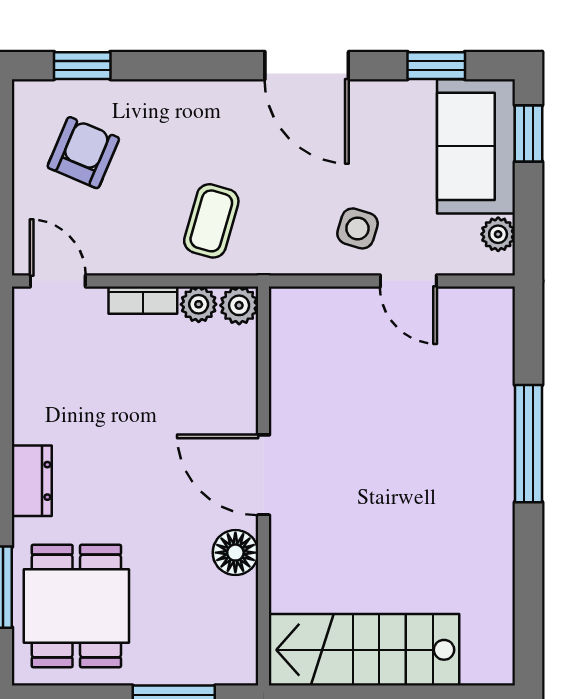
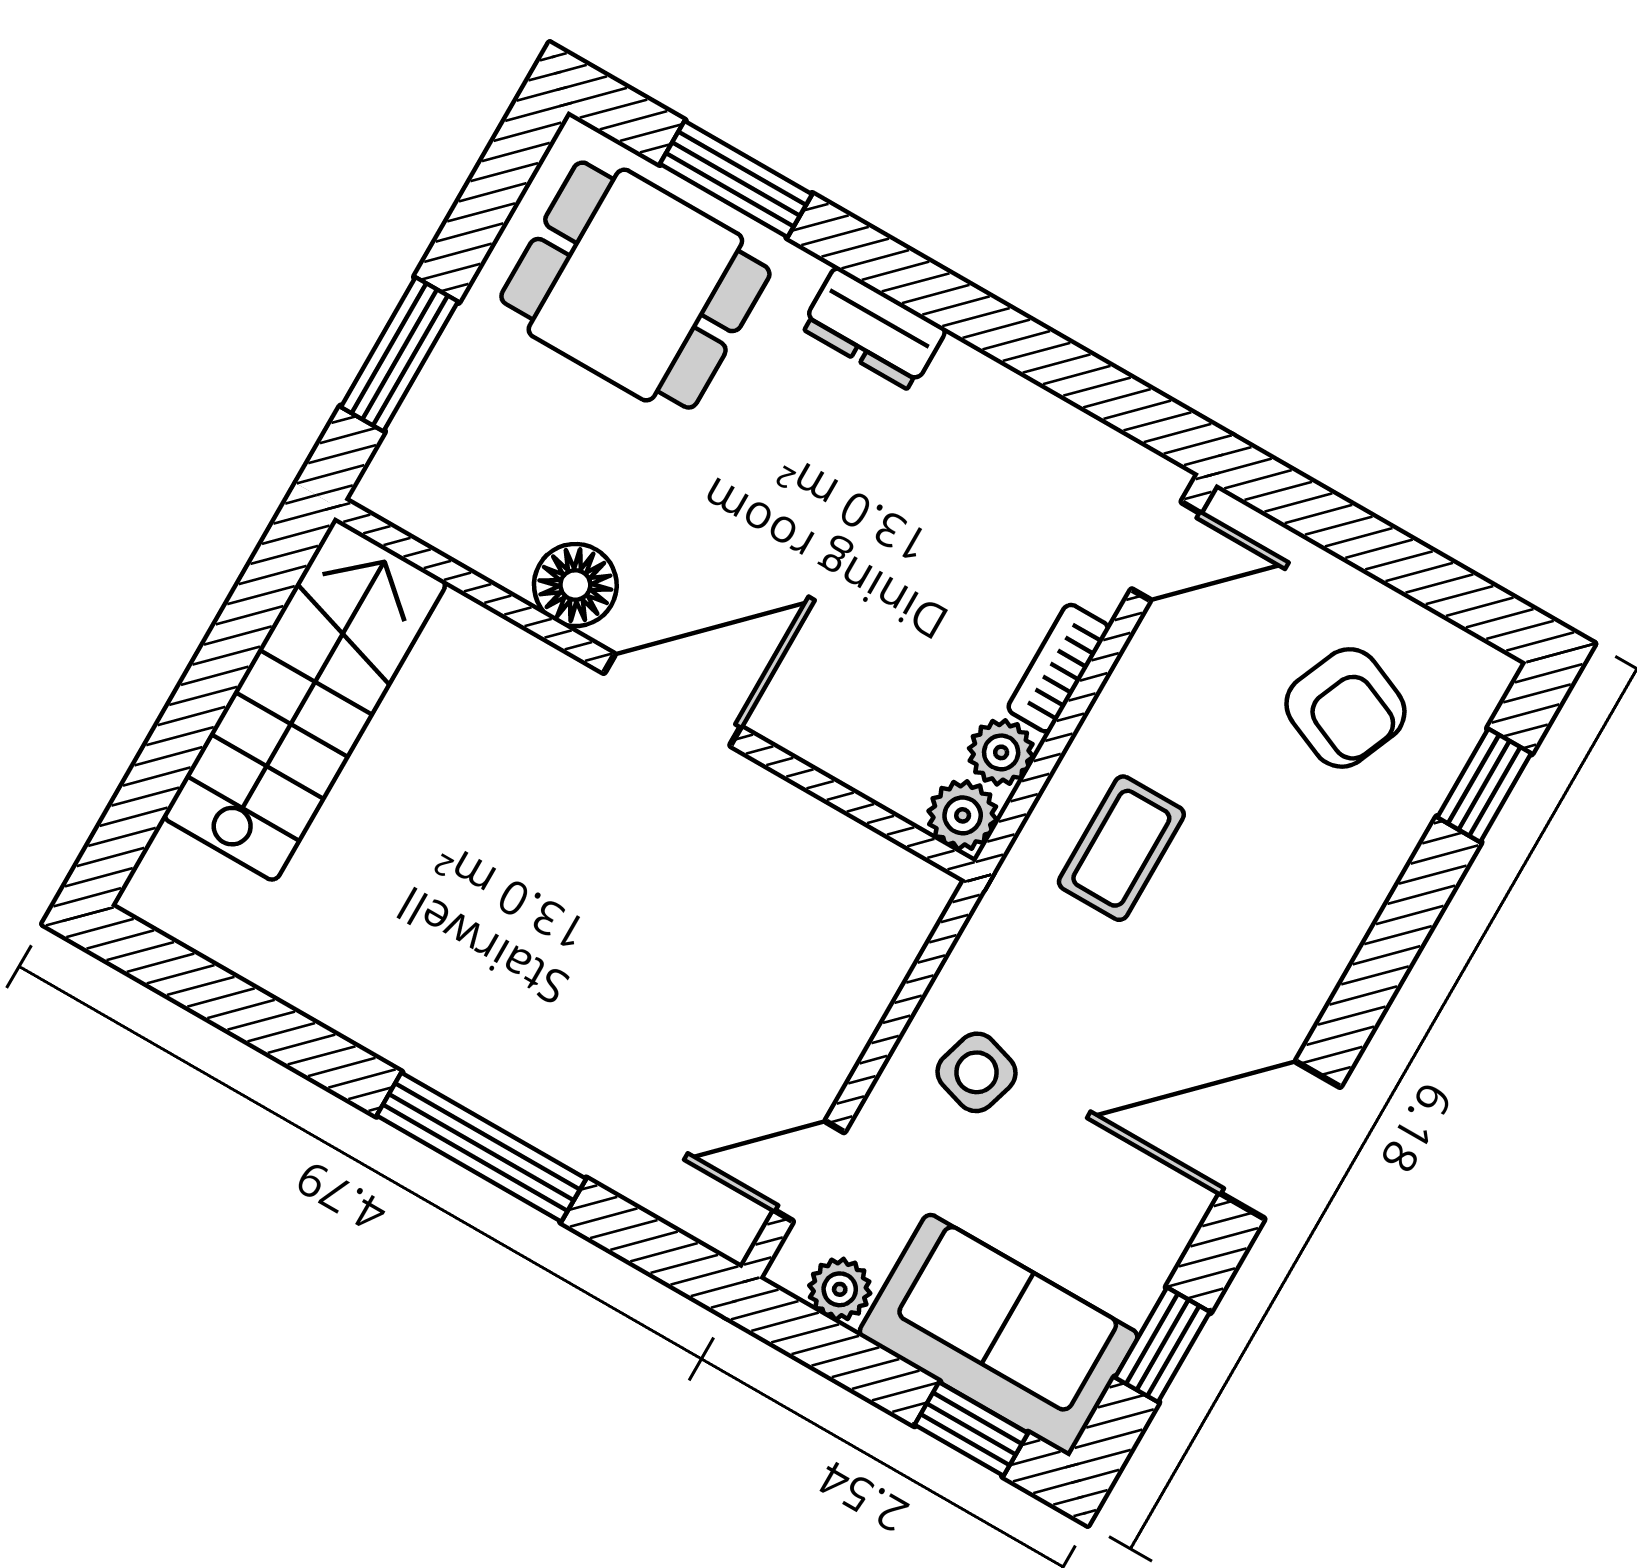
coffee table: (211, 221) -> (1121, 848), turned 74
door: (408, 281) -> (809, 1171), moved

